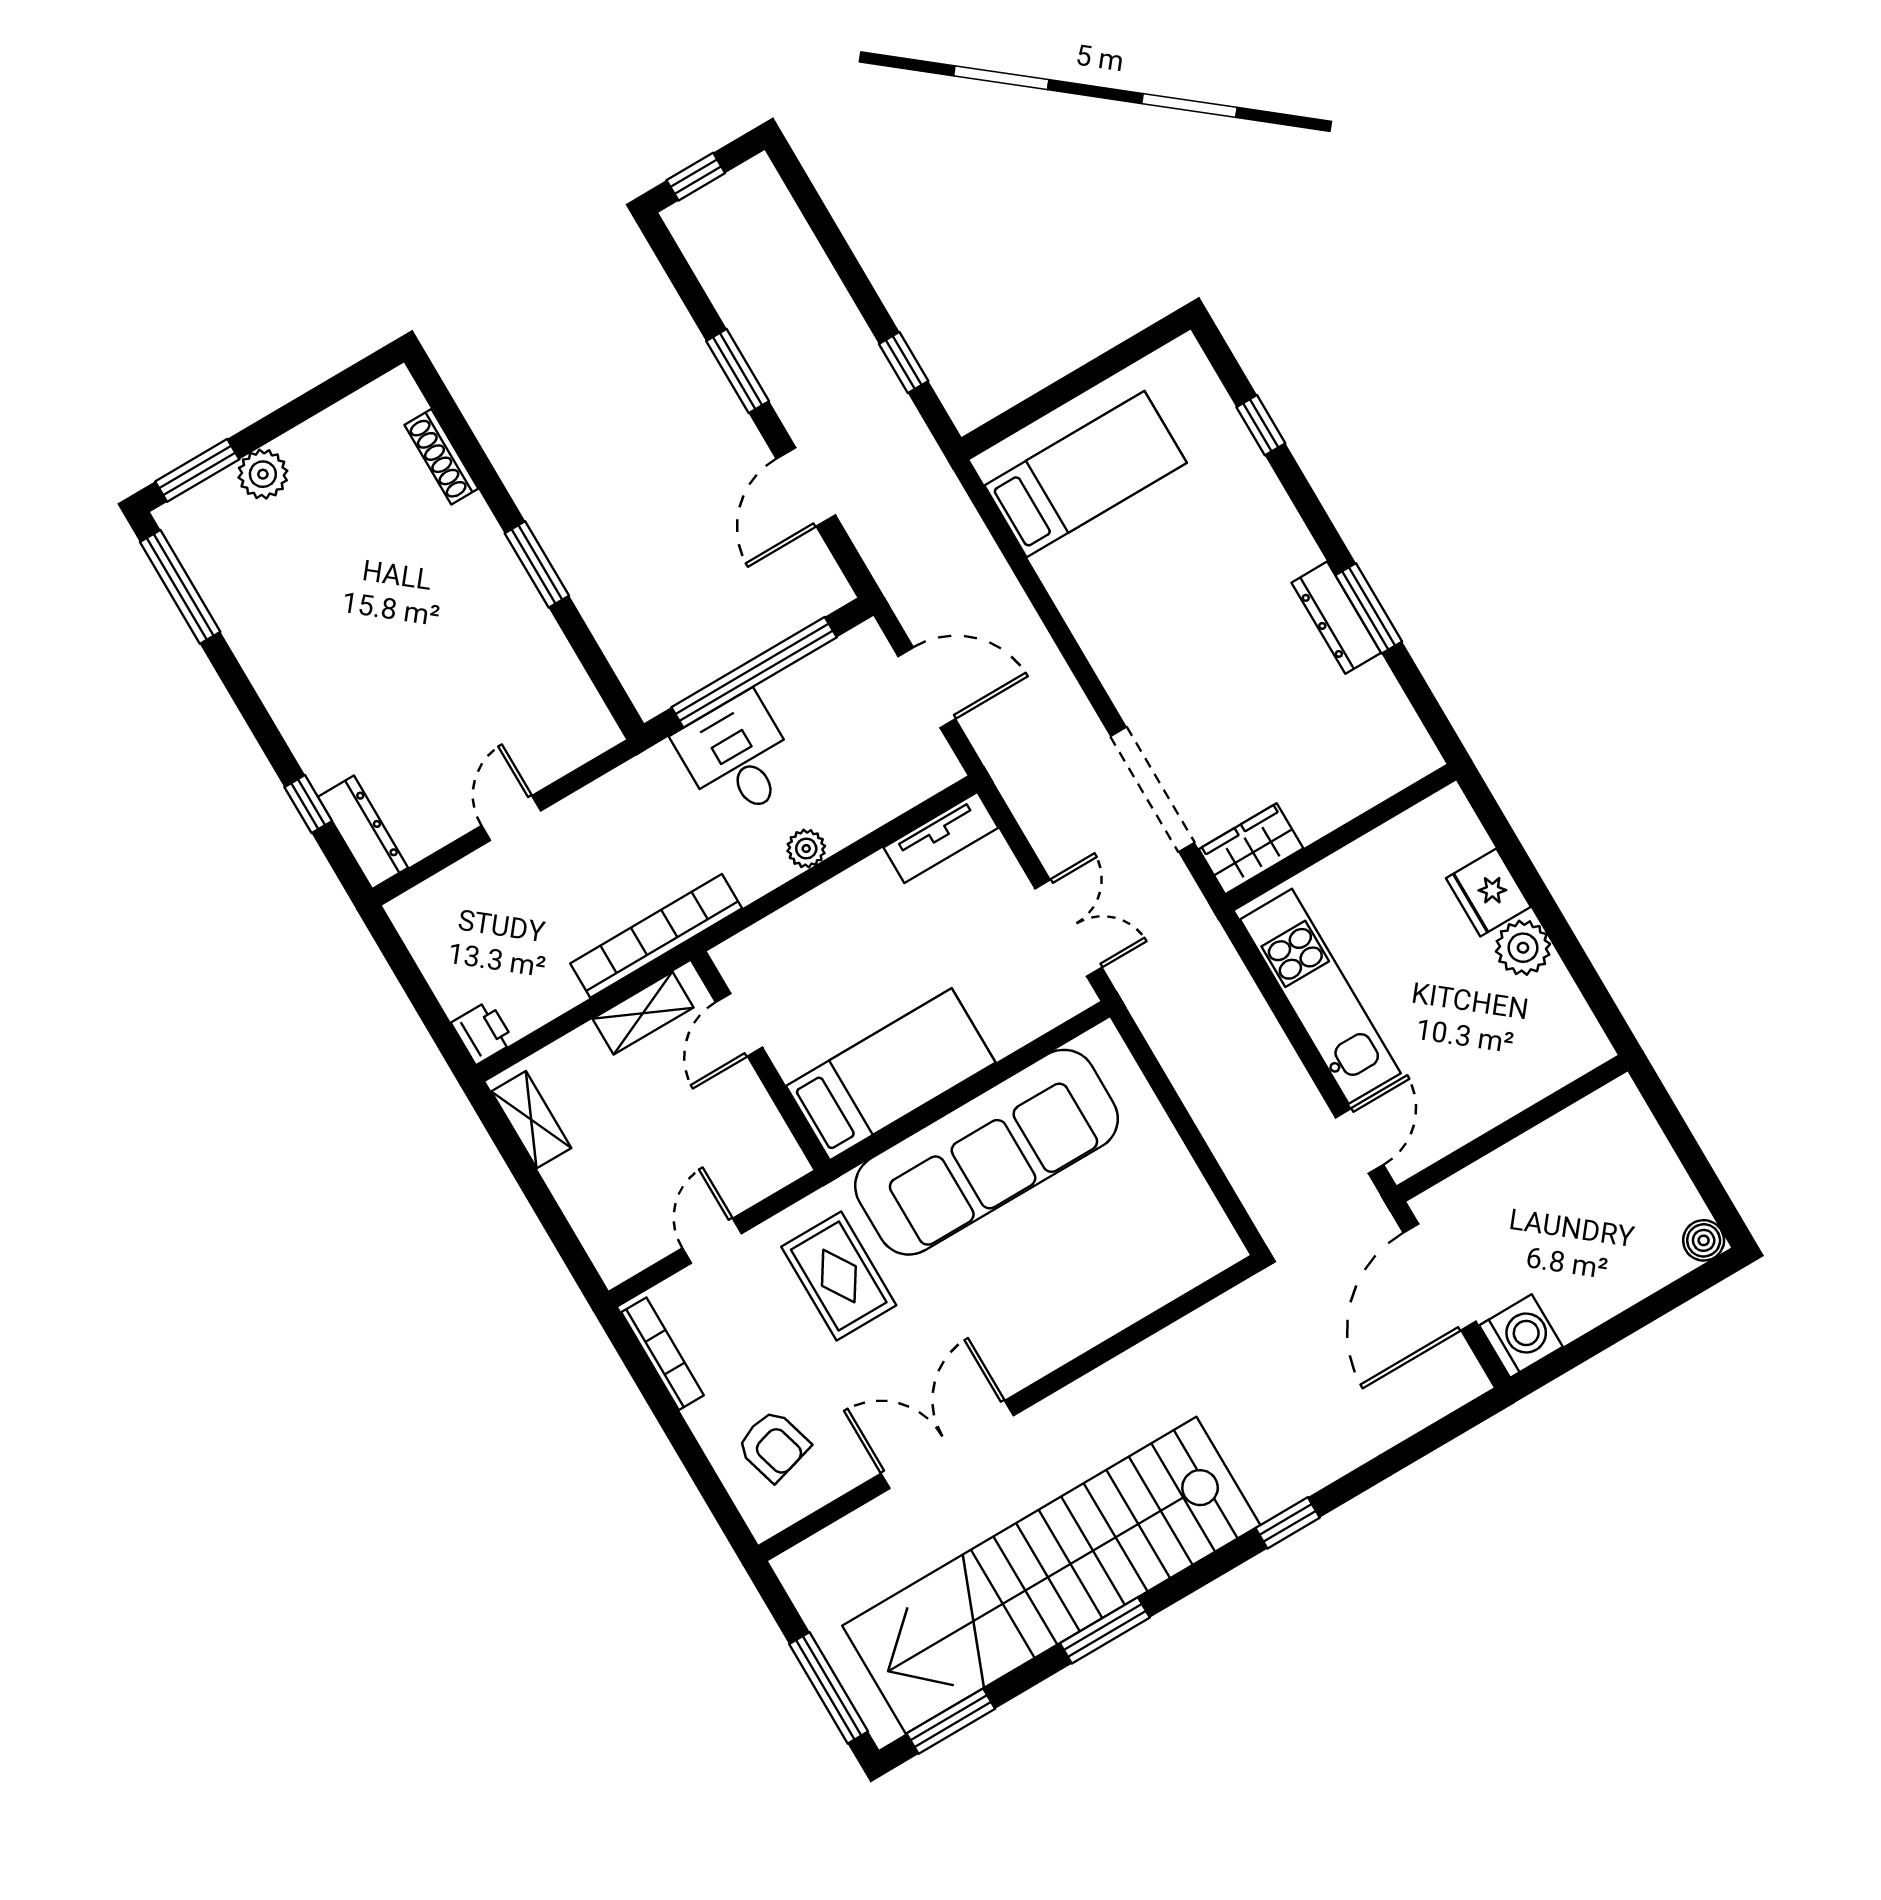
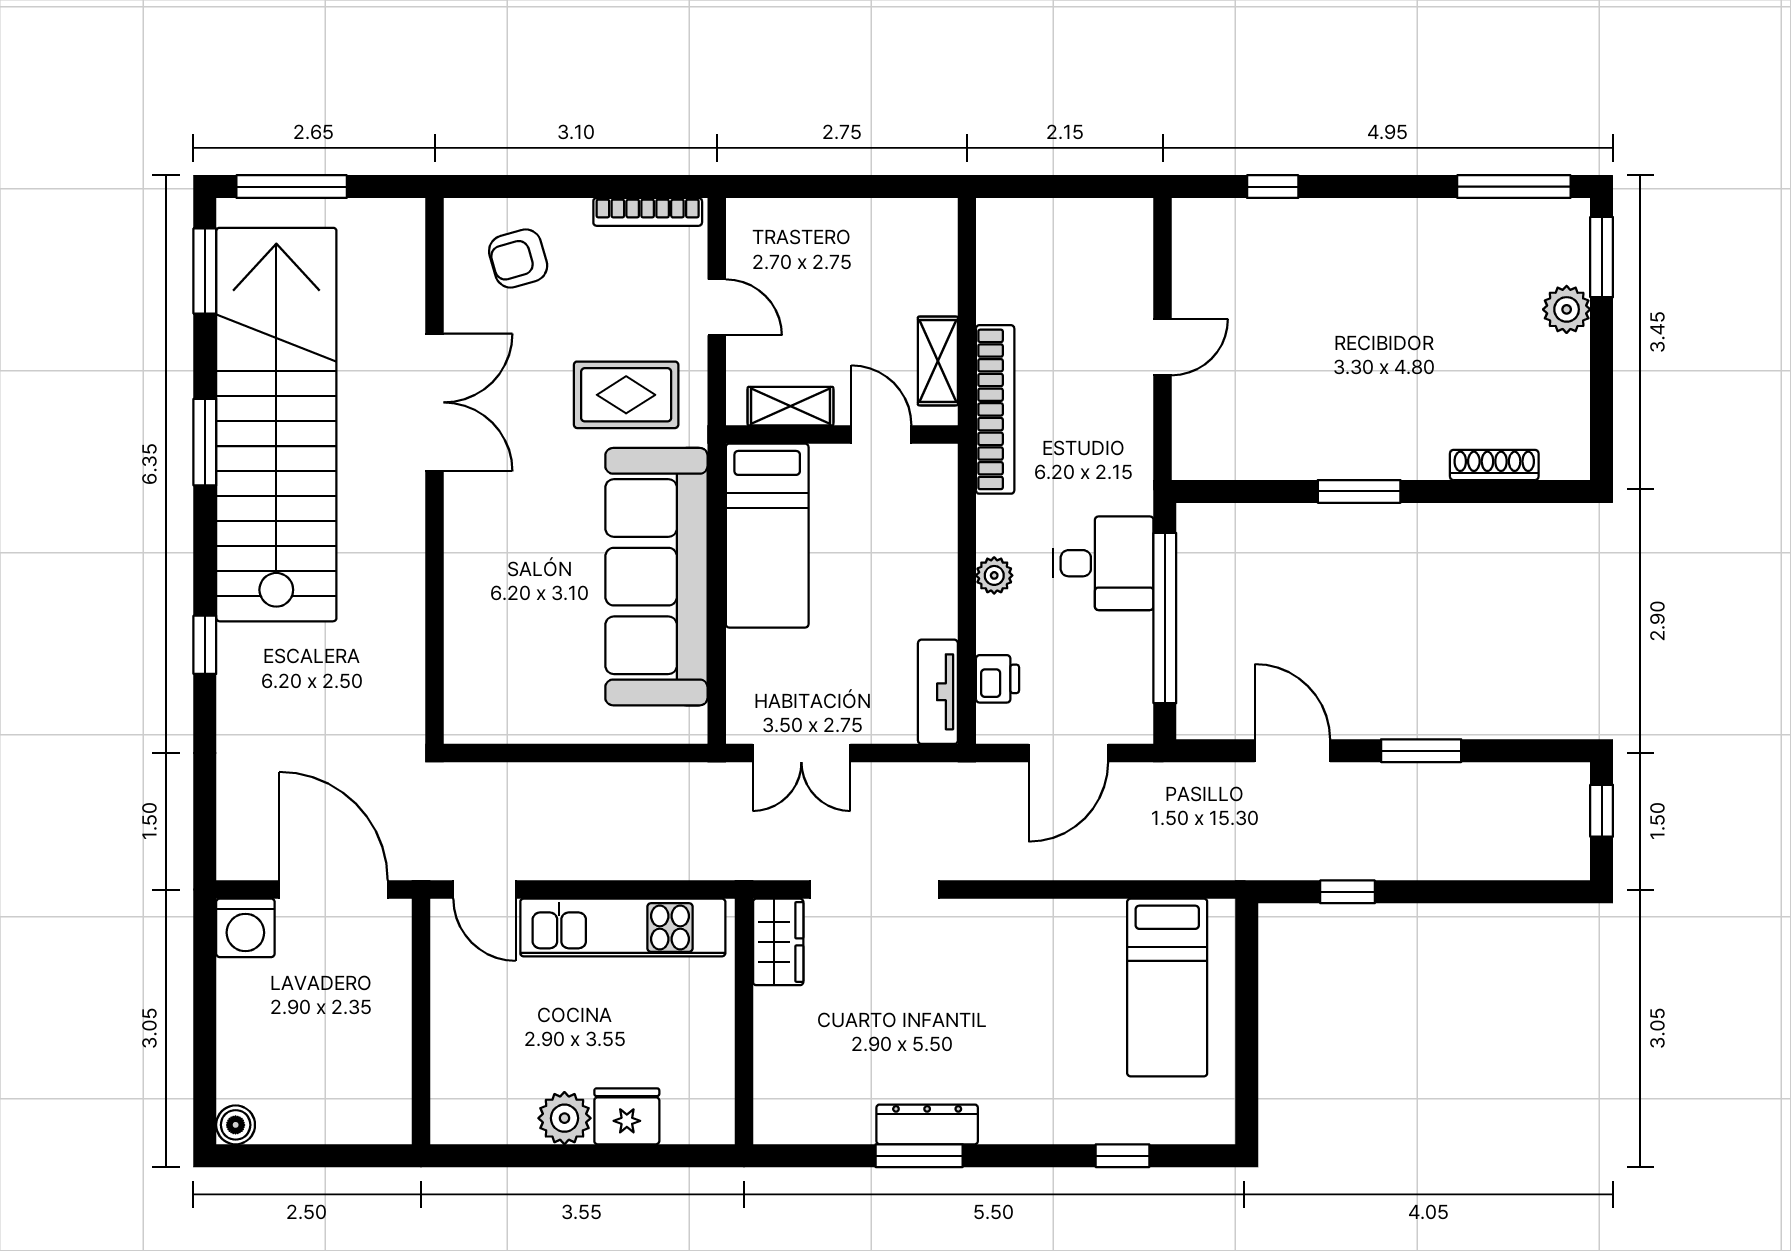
door: (511, 818) -> (1163, 347), hinge flipped
dresser: (363, 832) -> (1223, 218), removed
printer: (483, 1033) -> (998, 679), moved, turned -90
shelving: (531, 1120) -> (790, 406), moved

